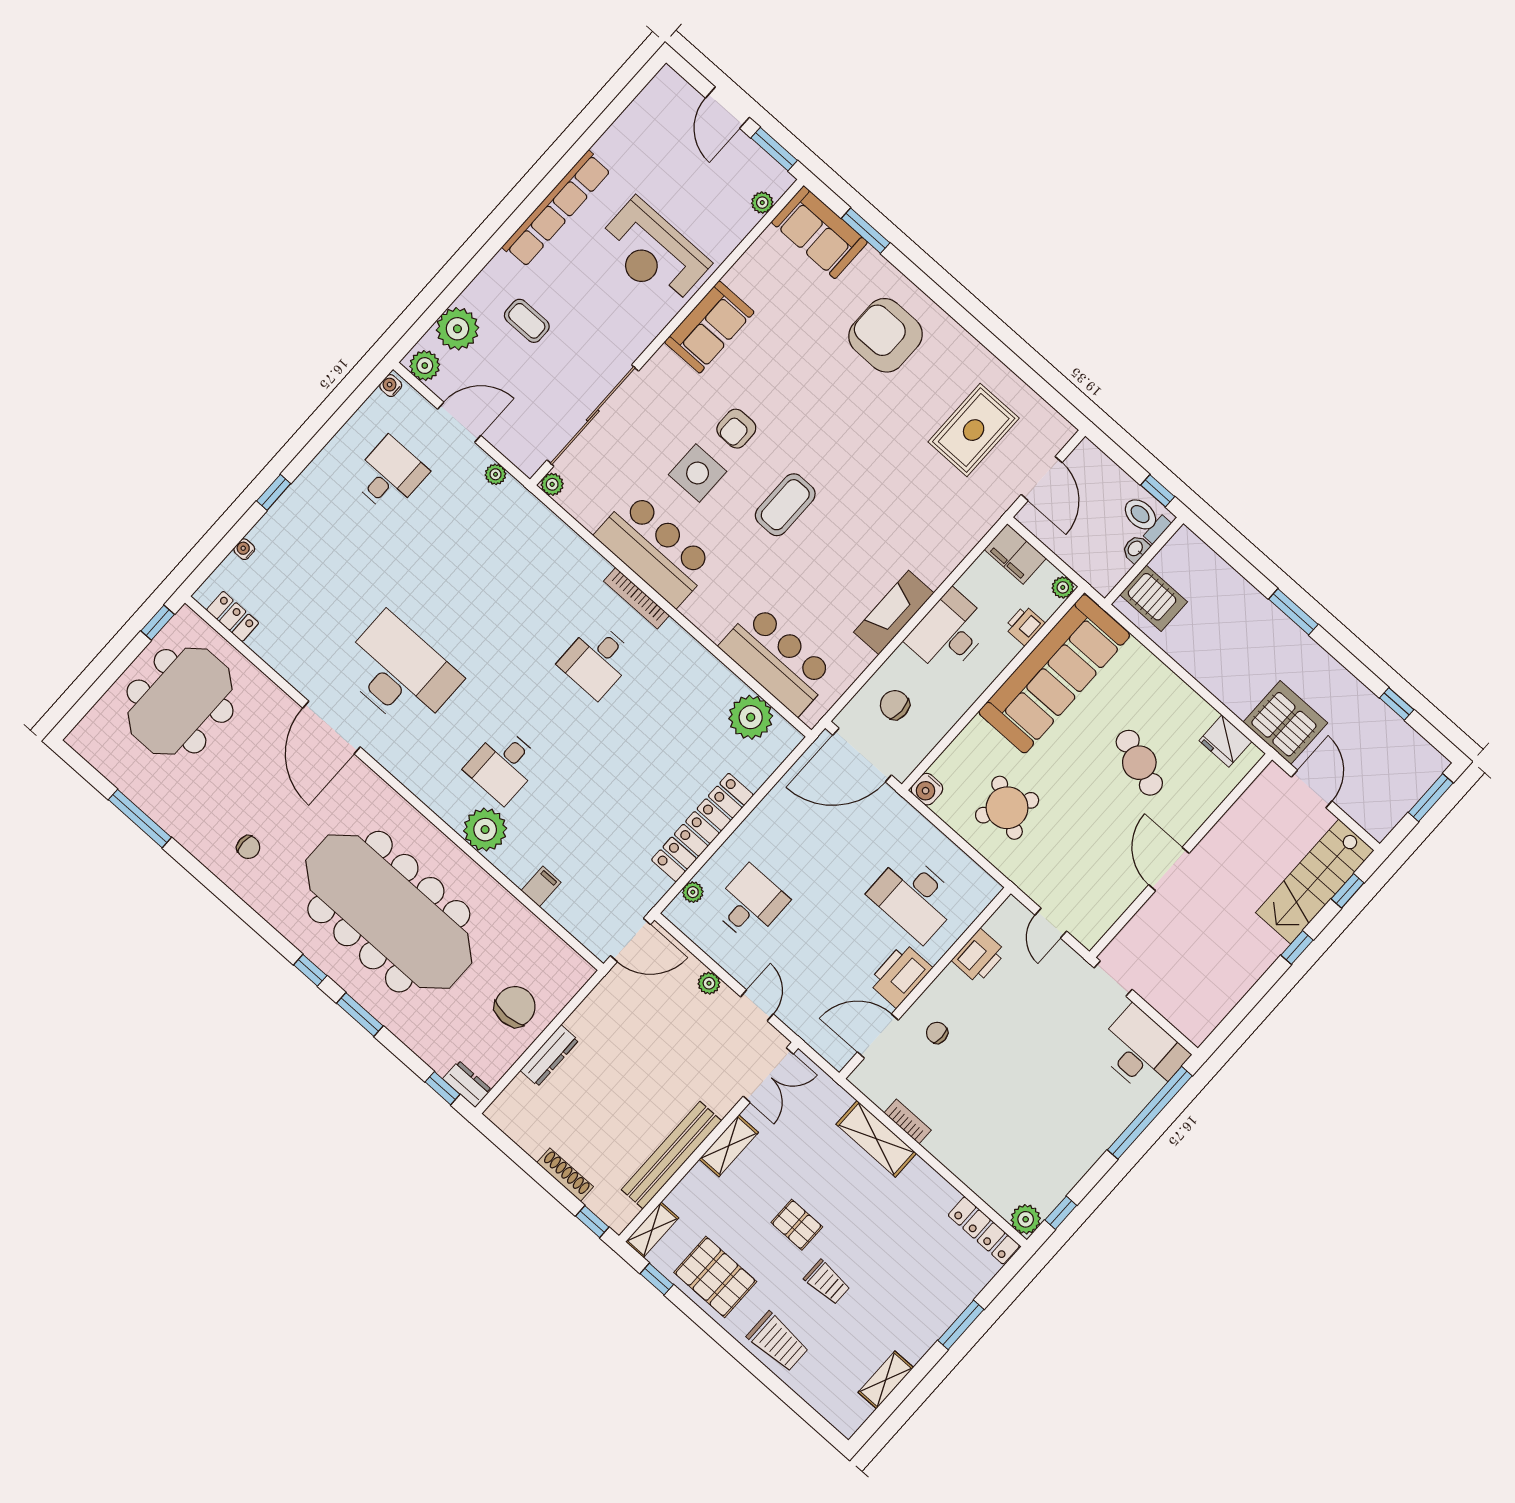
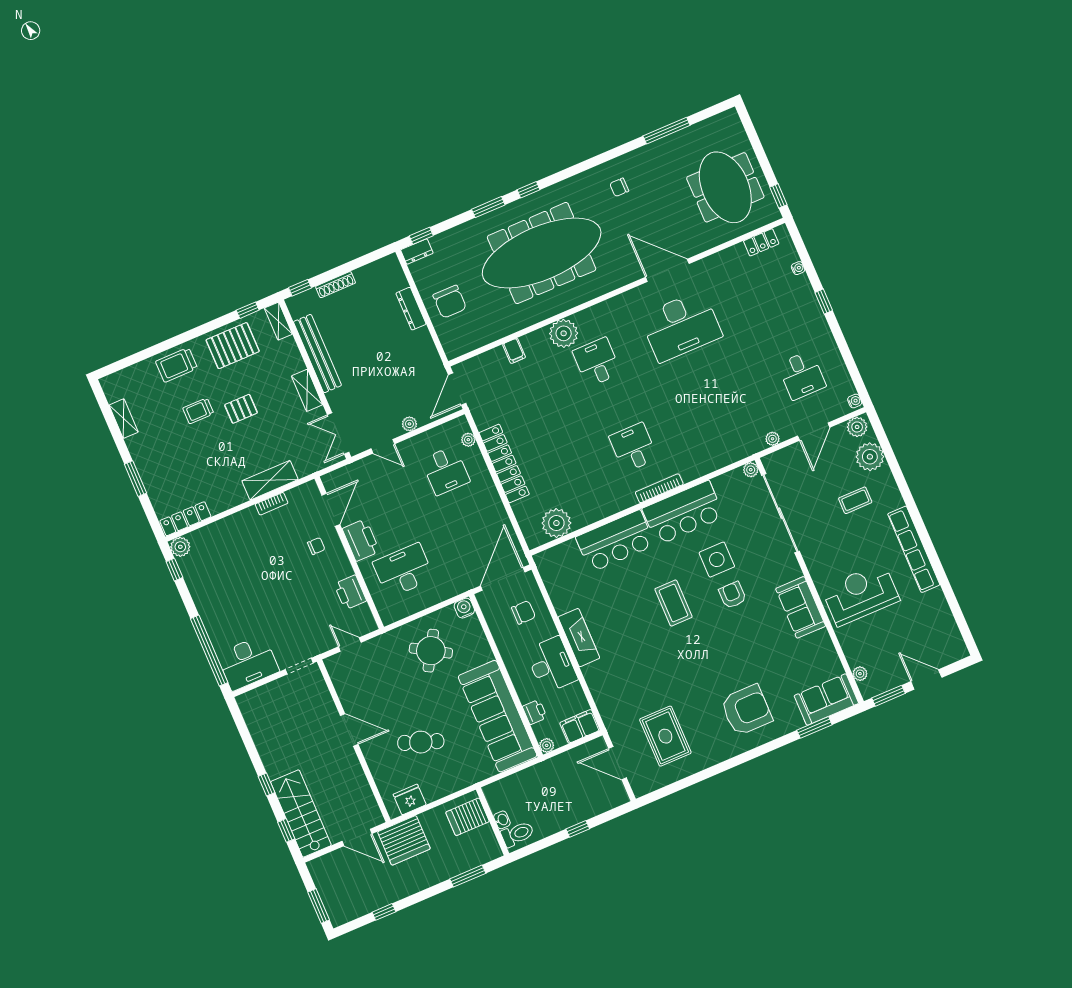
toilet: (1145, 518) -> (517, 834), moved
washbasin: (1136, 549) -> (502, 820), moved
wall: (1144, 561) -> (492, 821), moved
server rack: (1154, 598) -> (467, 817), moved
bar counter: (777, 660) -> (615, 541), moved

